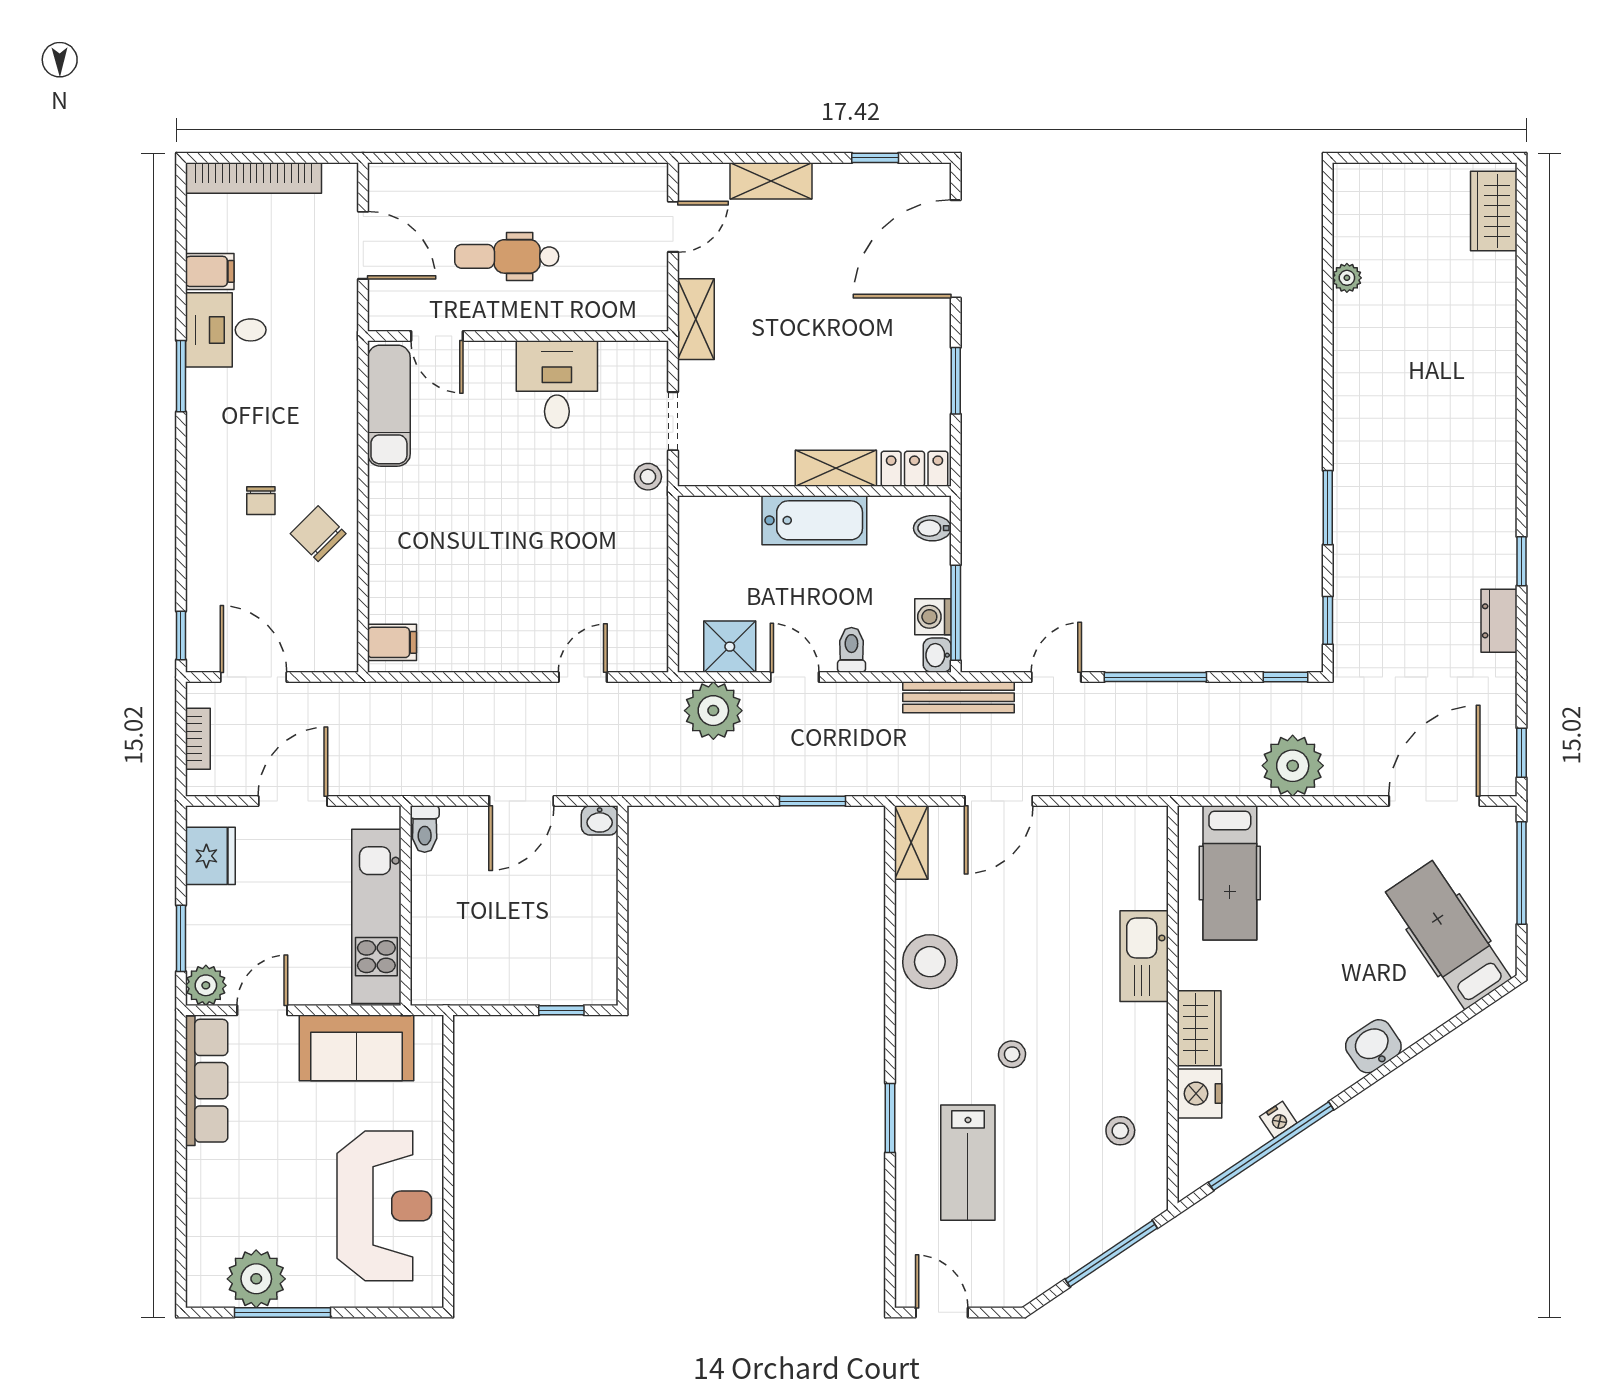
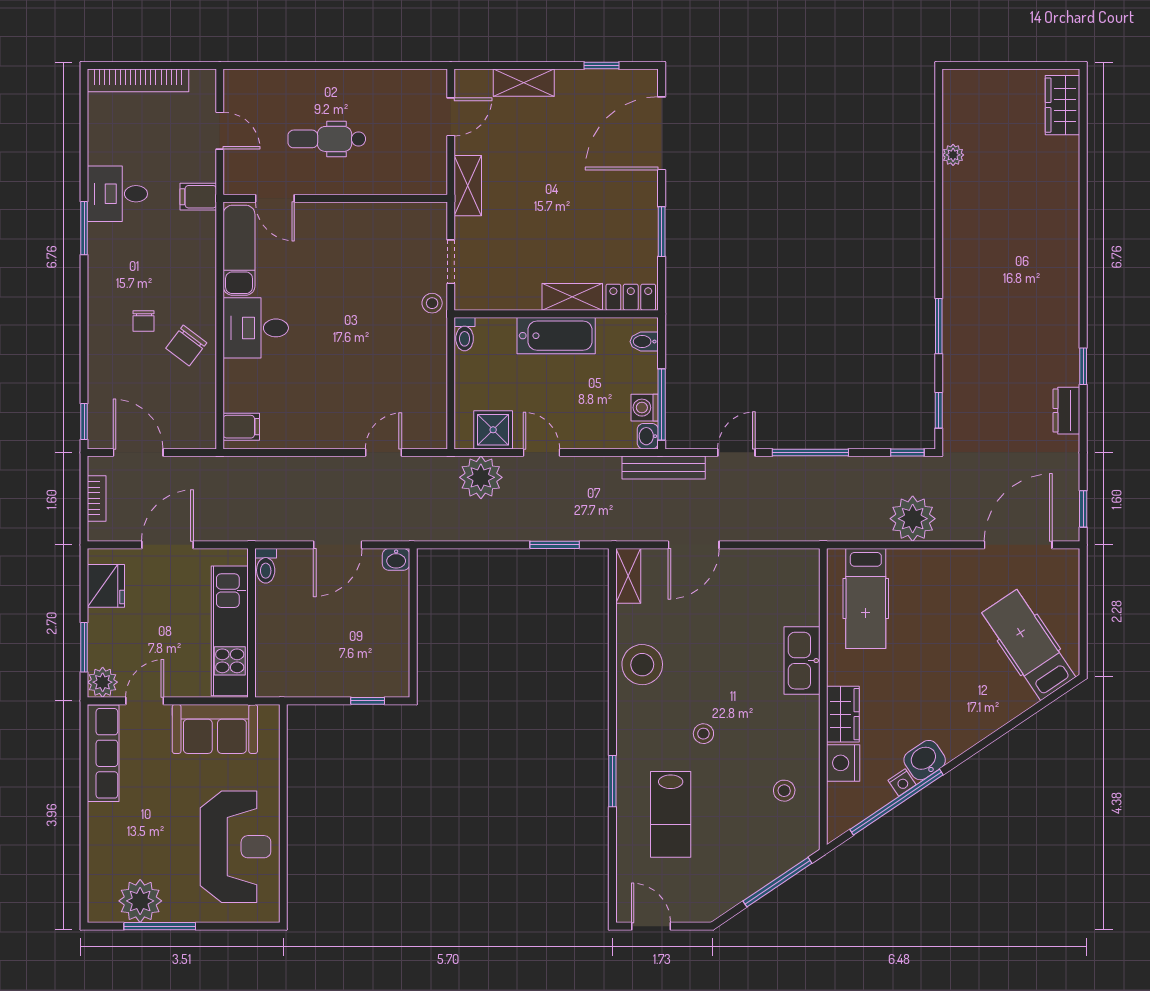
door: (363, 245) -> (220, 131), width x0.73
filing cabinet: (210, 271) -> (198, 197), moved, turned 180
desk: (557, 384) -> (256, 328), moved, turned -90
chair: (318, 534) -> (186, 346), turned -98
toilet: (851, 650) -> (465, 334), moved, turned 180
window: (1521, 873) -> (1083, 599), removed
washbasin: (1373, 1046) -> (925, 760), moved

